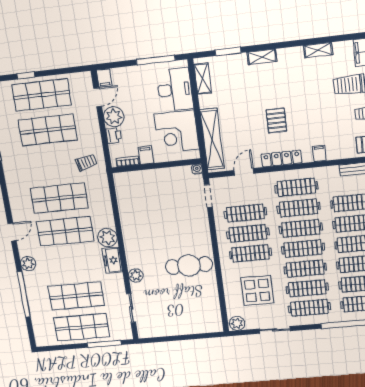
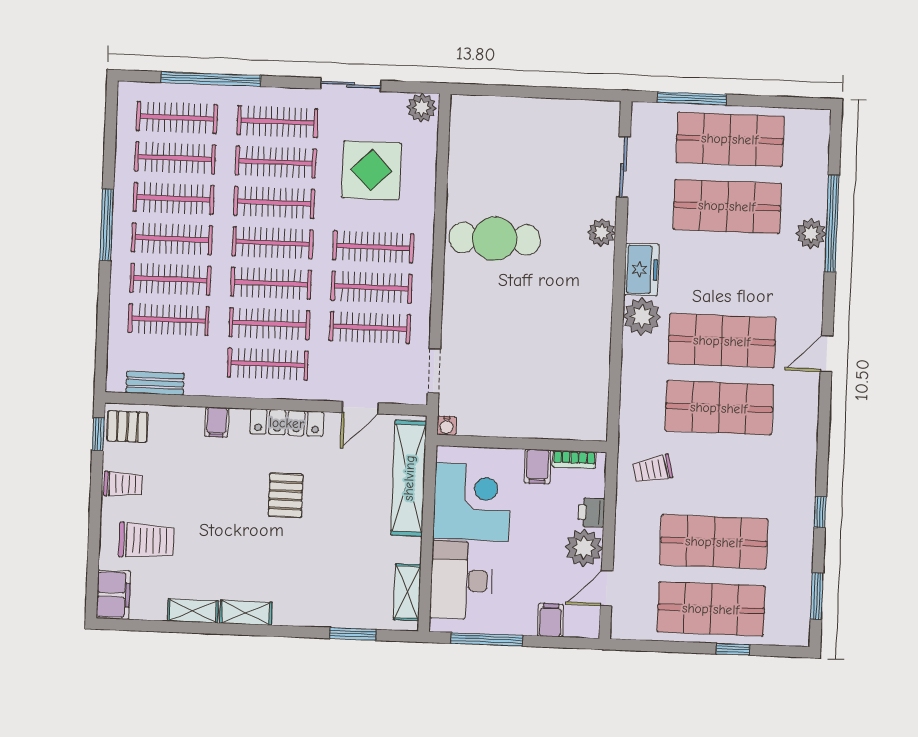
shelving: (262, 57) -> (246, 613), moved
filing cabinet: (104, 78) -> (550, 620), moved
plant: (28, 264) -> (811, 234), moved

